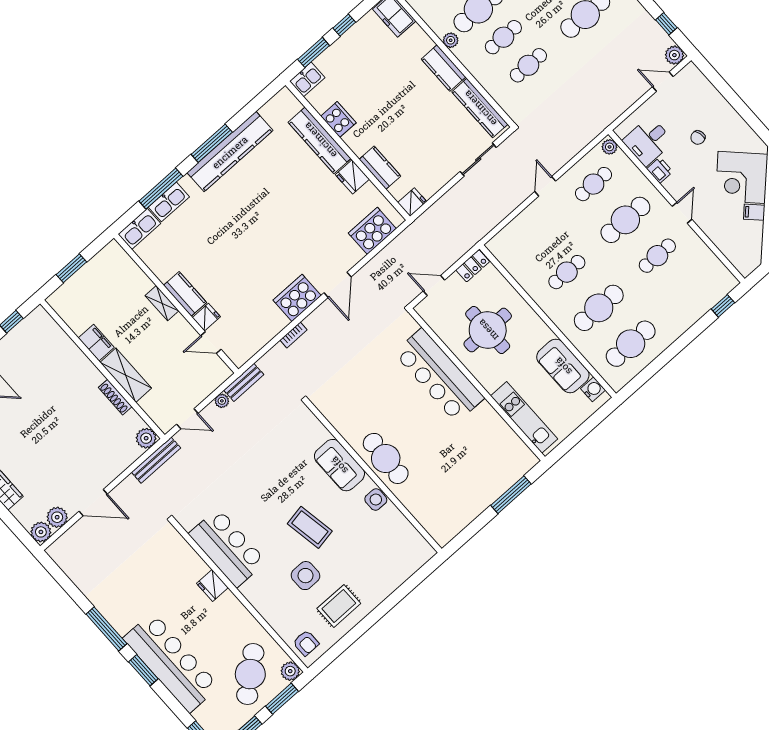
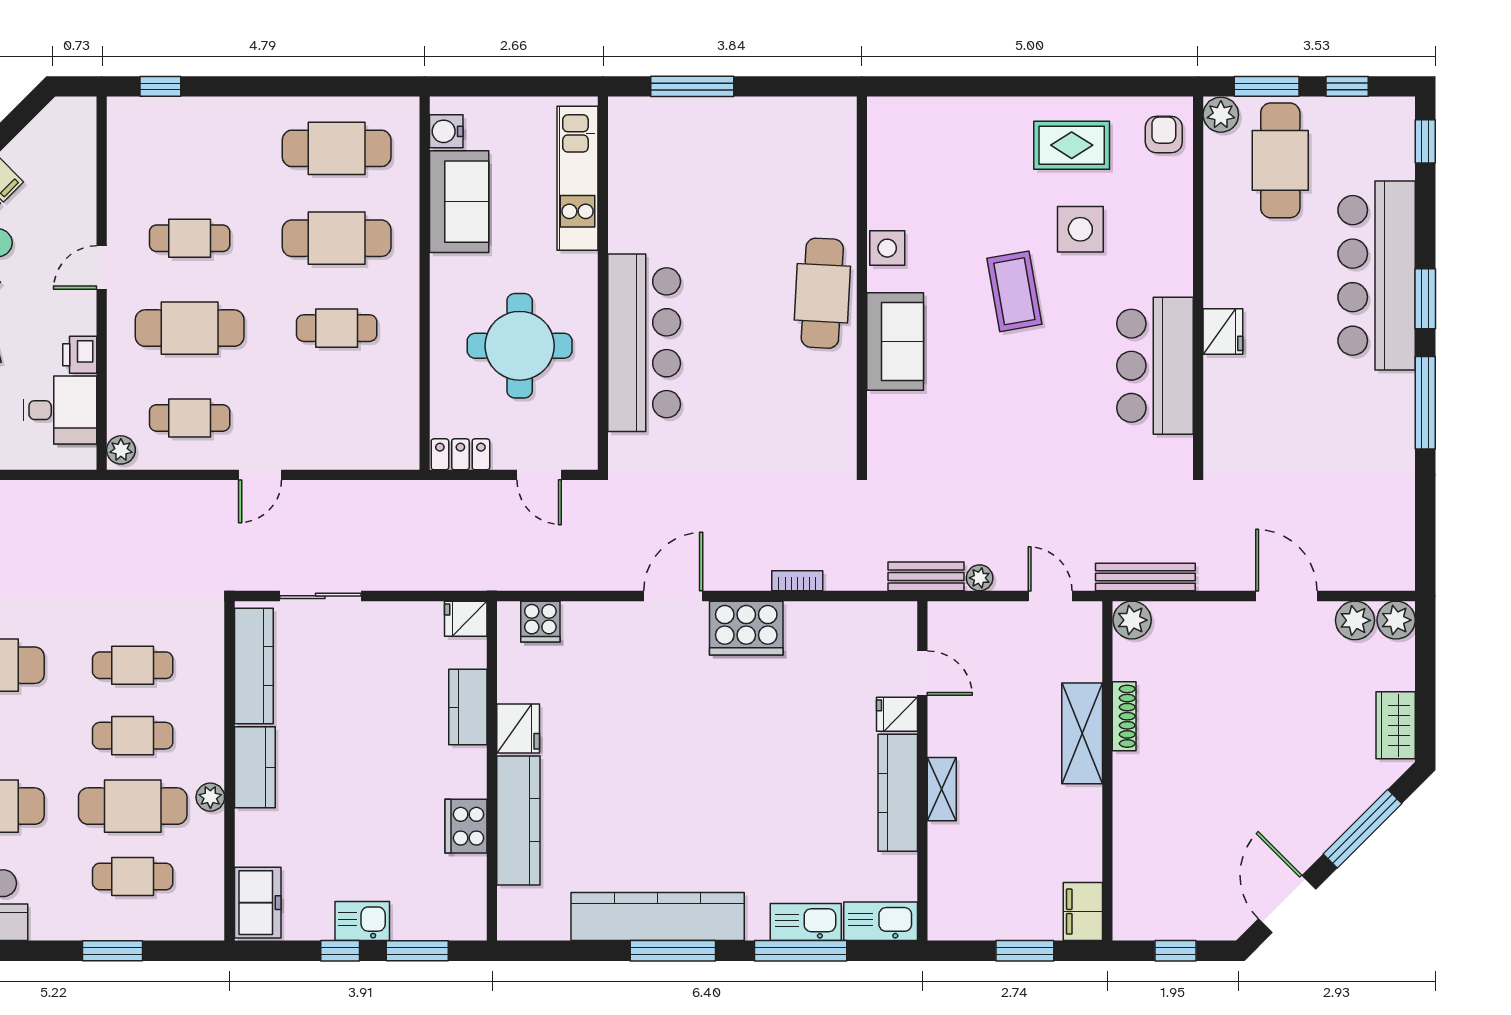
kitchen sink: (307, 79) -> (362, 921), moved
cooker: (372, 231) -> (540, 622), width x0.53, depth x0.76
kitchen counter: (185, 294) -> (898, 793), width x1.50
filing cabinet: (96, 343) -> (1083, 912), moved
cafe table: (250, 674) -> (1280, 160), turned -50

